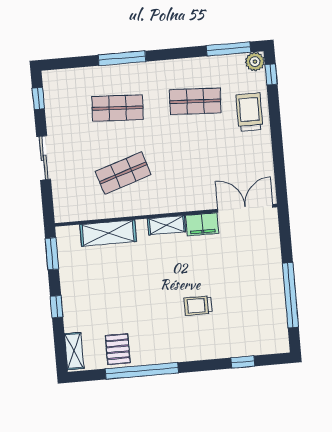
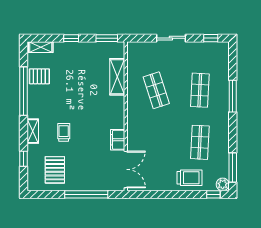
shelving: (167, 225) -> (33, 131), moved
window: (290, 295) -> (86, 194), moved
pallet: (255, 314) -> (55, 170), added

